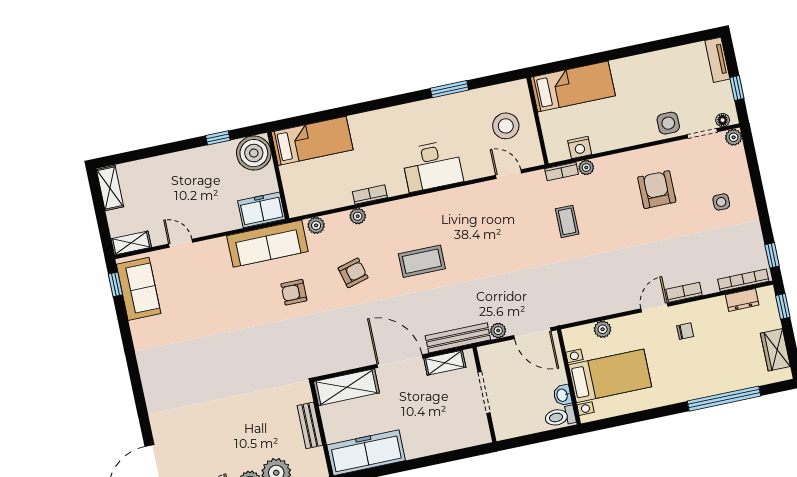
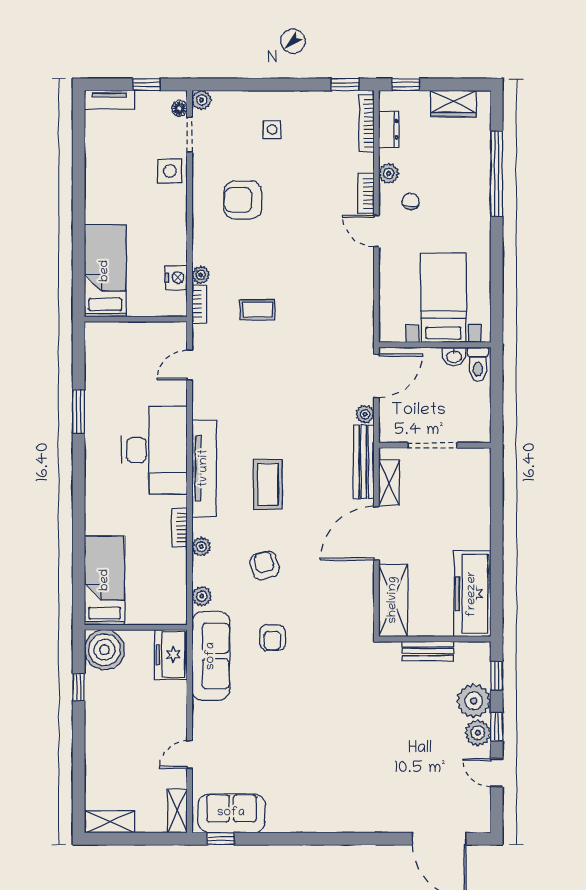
stool: (506, 126) -> (134, 356), removed
desk: (432, 166) -> (154, 450), width x1.36, depth x1.30
tv unit: (424, 205) -> (204, 468), added
plant: (603, 329) -> (389, 173), moved

